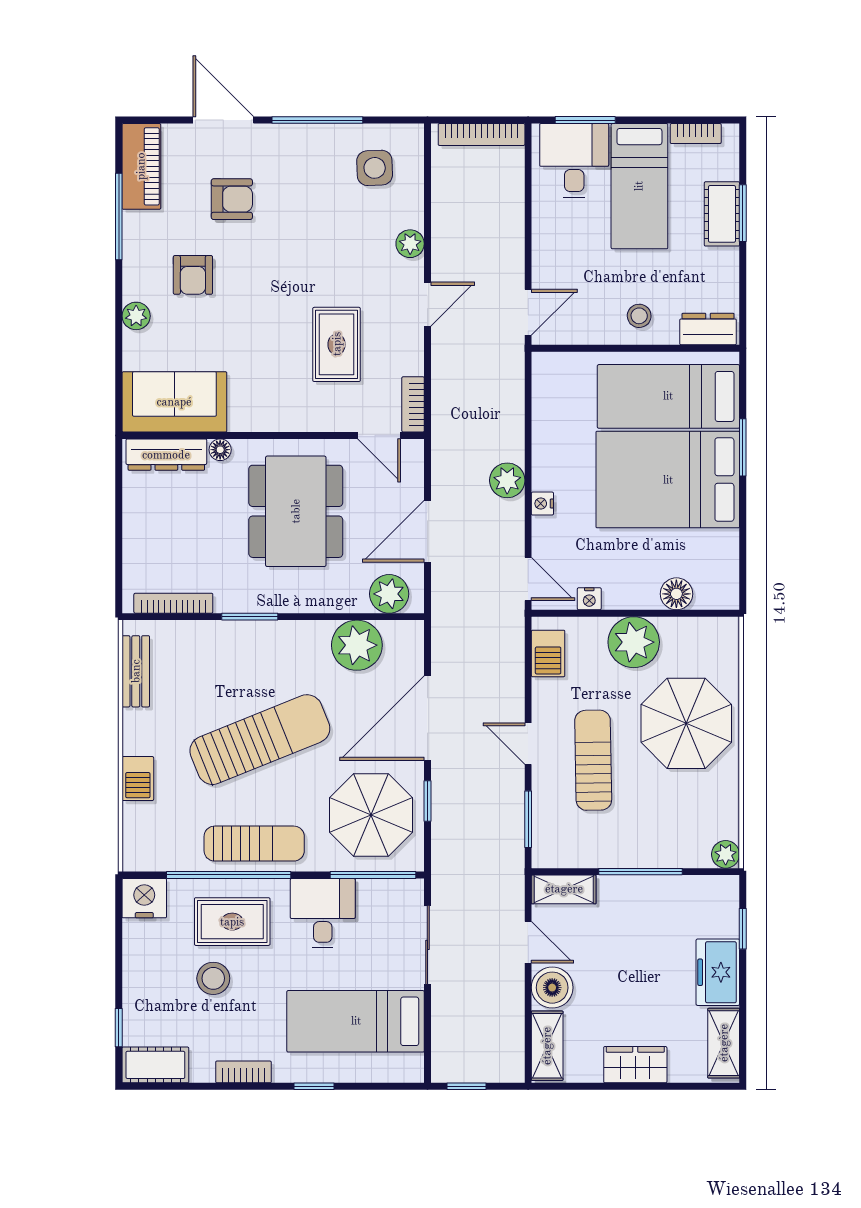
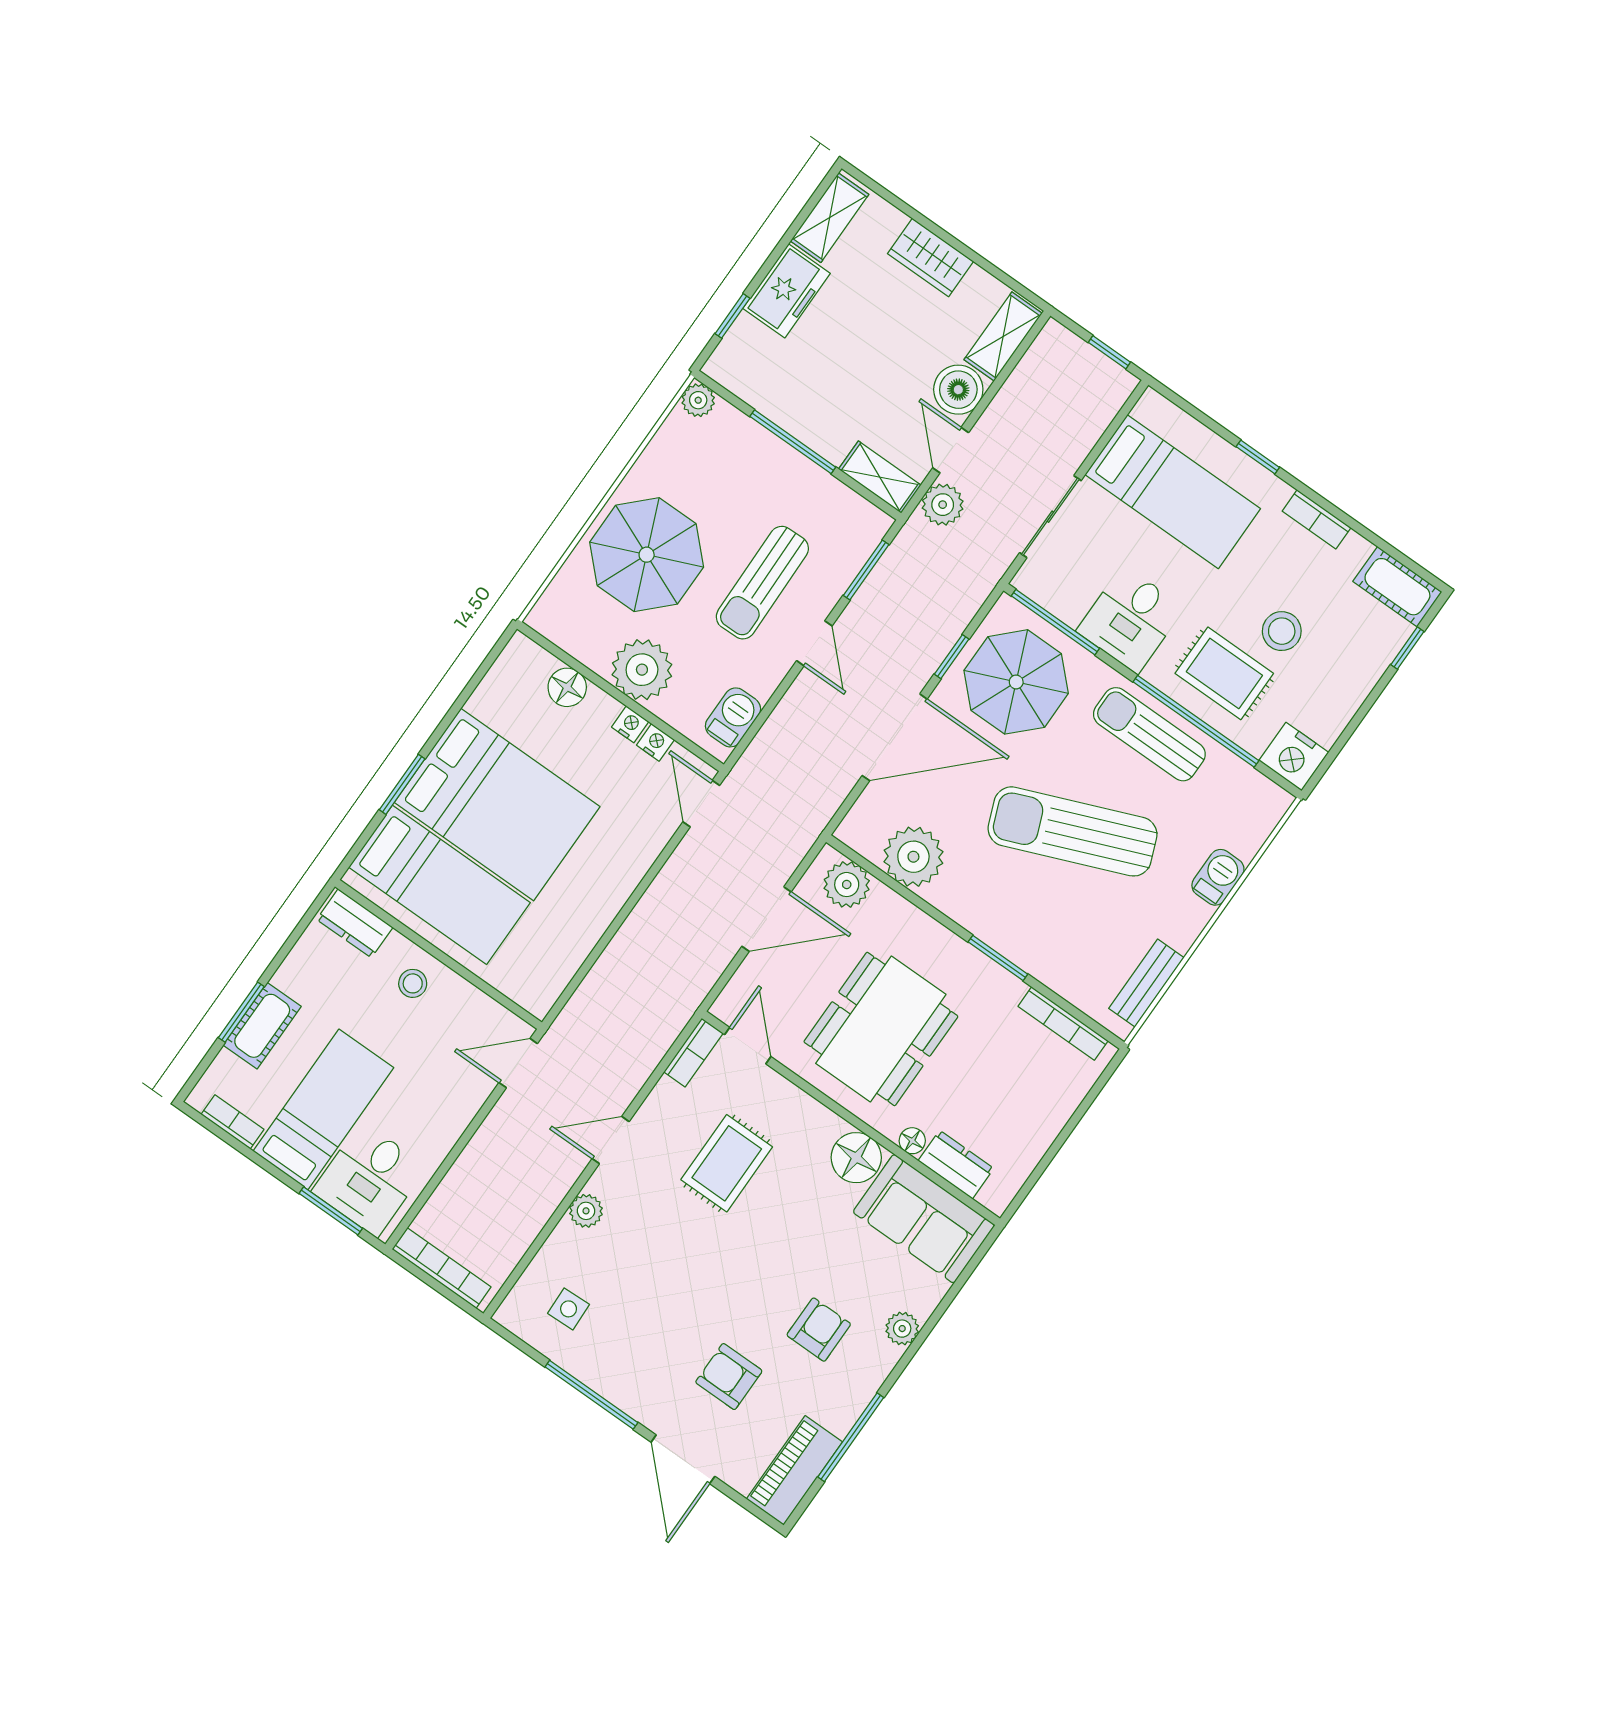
side table: (375, 168) -> (569, 1309), width x0.73, depth x0.73
floor lamp: (250, 411) -> (856, 1158), added
dresser: (166, 455) -> (956, 1165), width x0.70
plant: (507, 480) -> (943, 505), moved
nightstand: (542, 504) -> (630, 724), moved, turned -90

